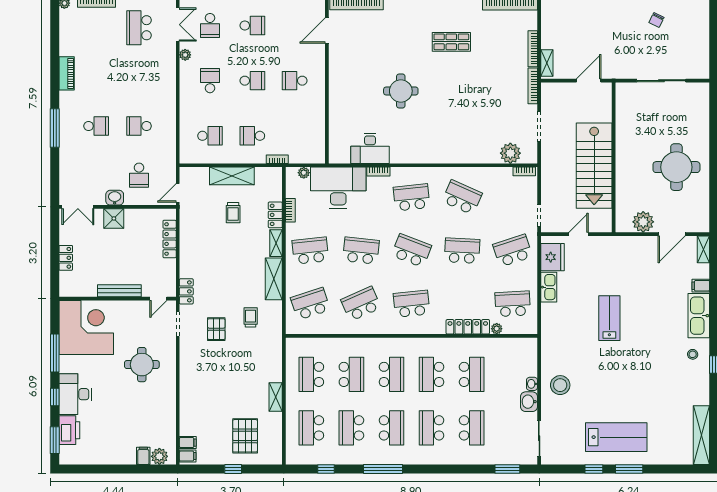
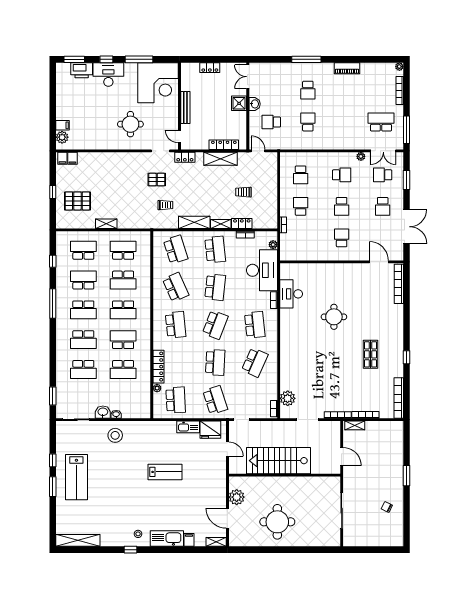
shelving: (232, 176) -> (221, 159), moved, turned 90
school desk: (432, 428) -> (83, 340), turned 180

